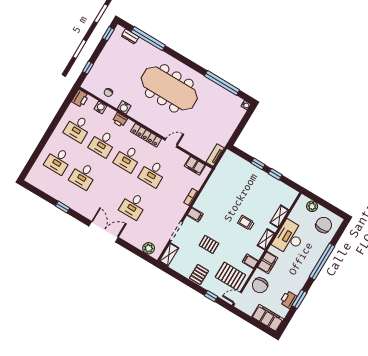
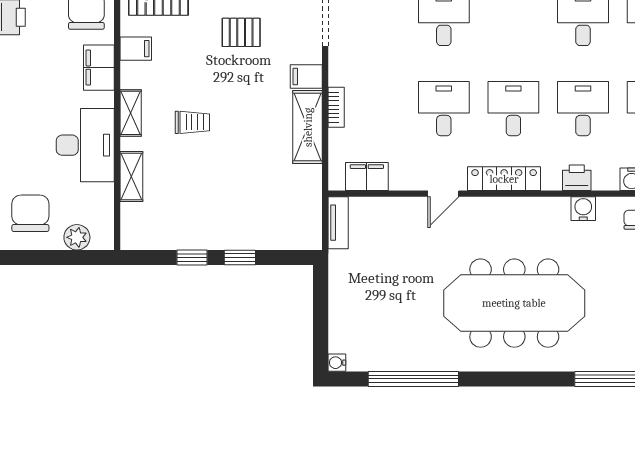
shelving: (206, 196) -> (308, 127), added
chair: (324, 225) -> (30, 213), turned 180

